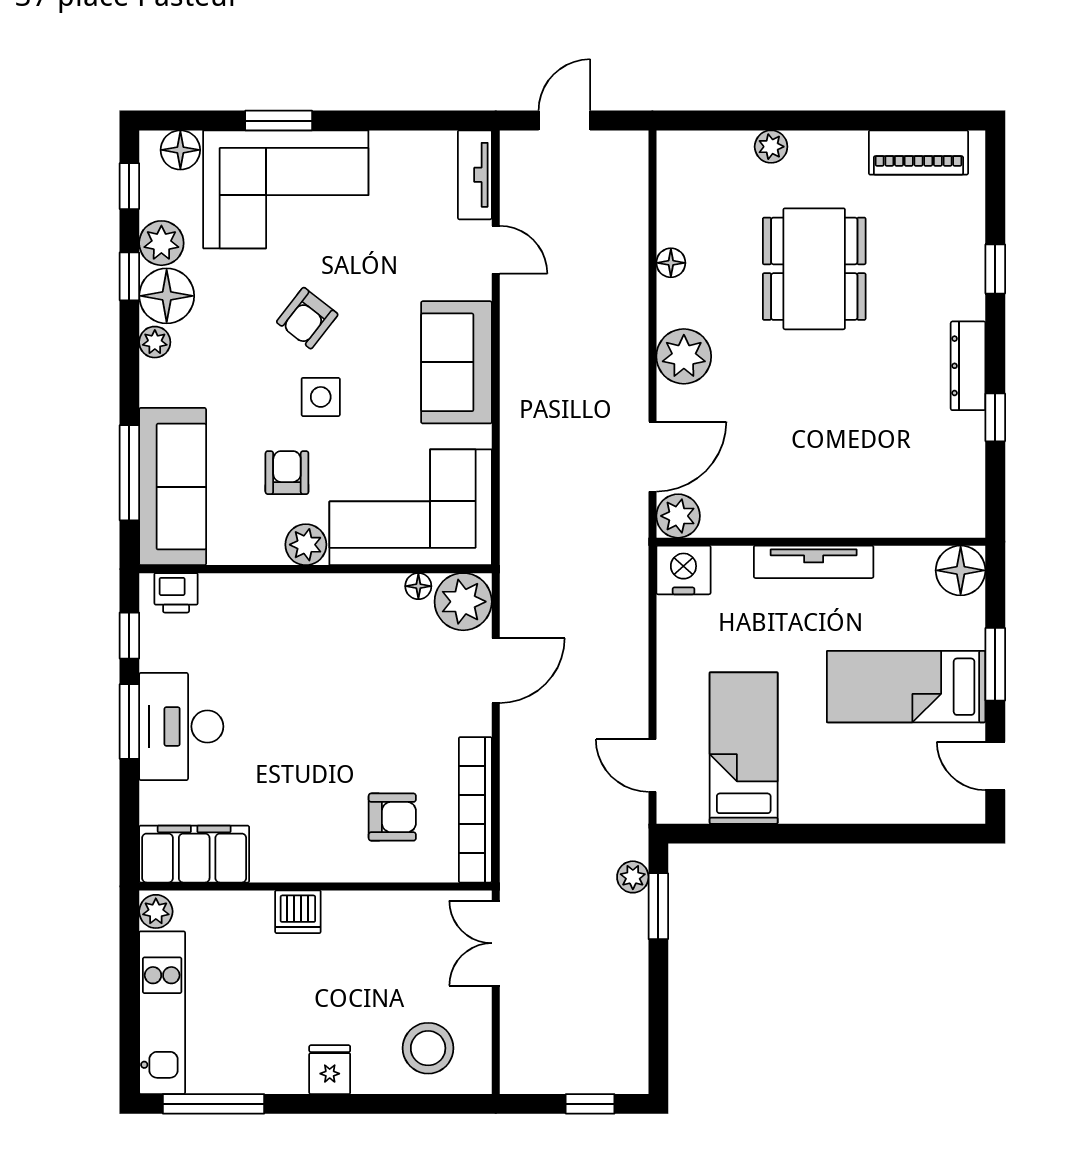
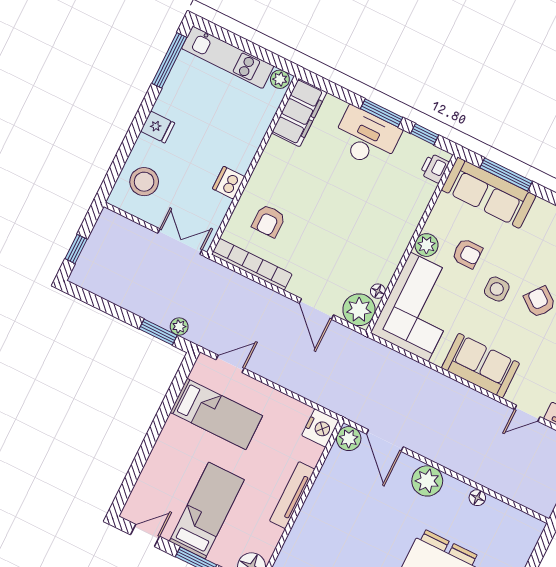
dishwasher: (298, 912) -> (229, 183), moved

